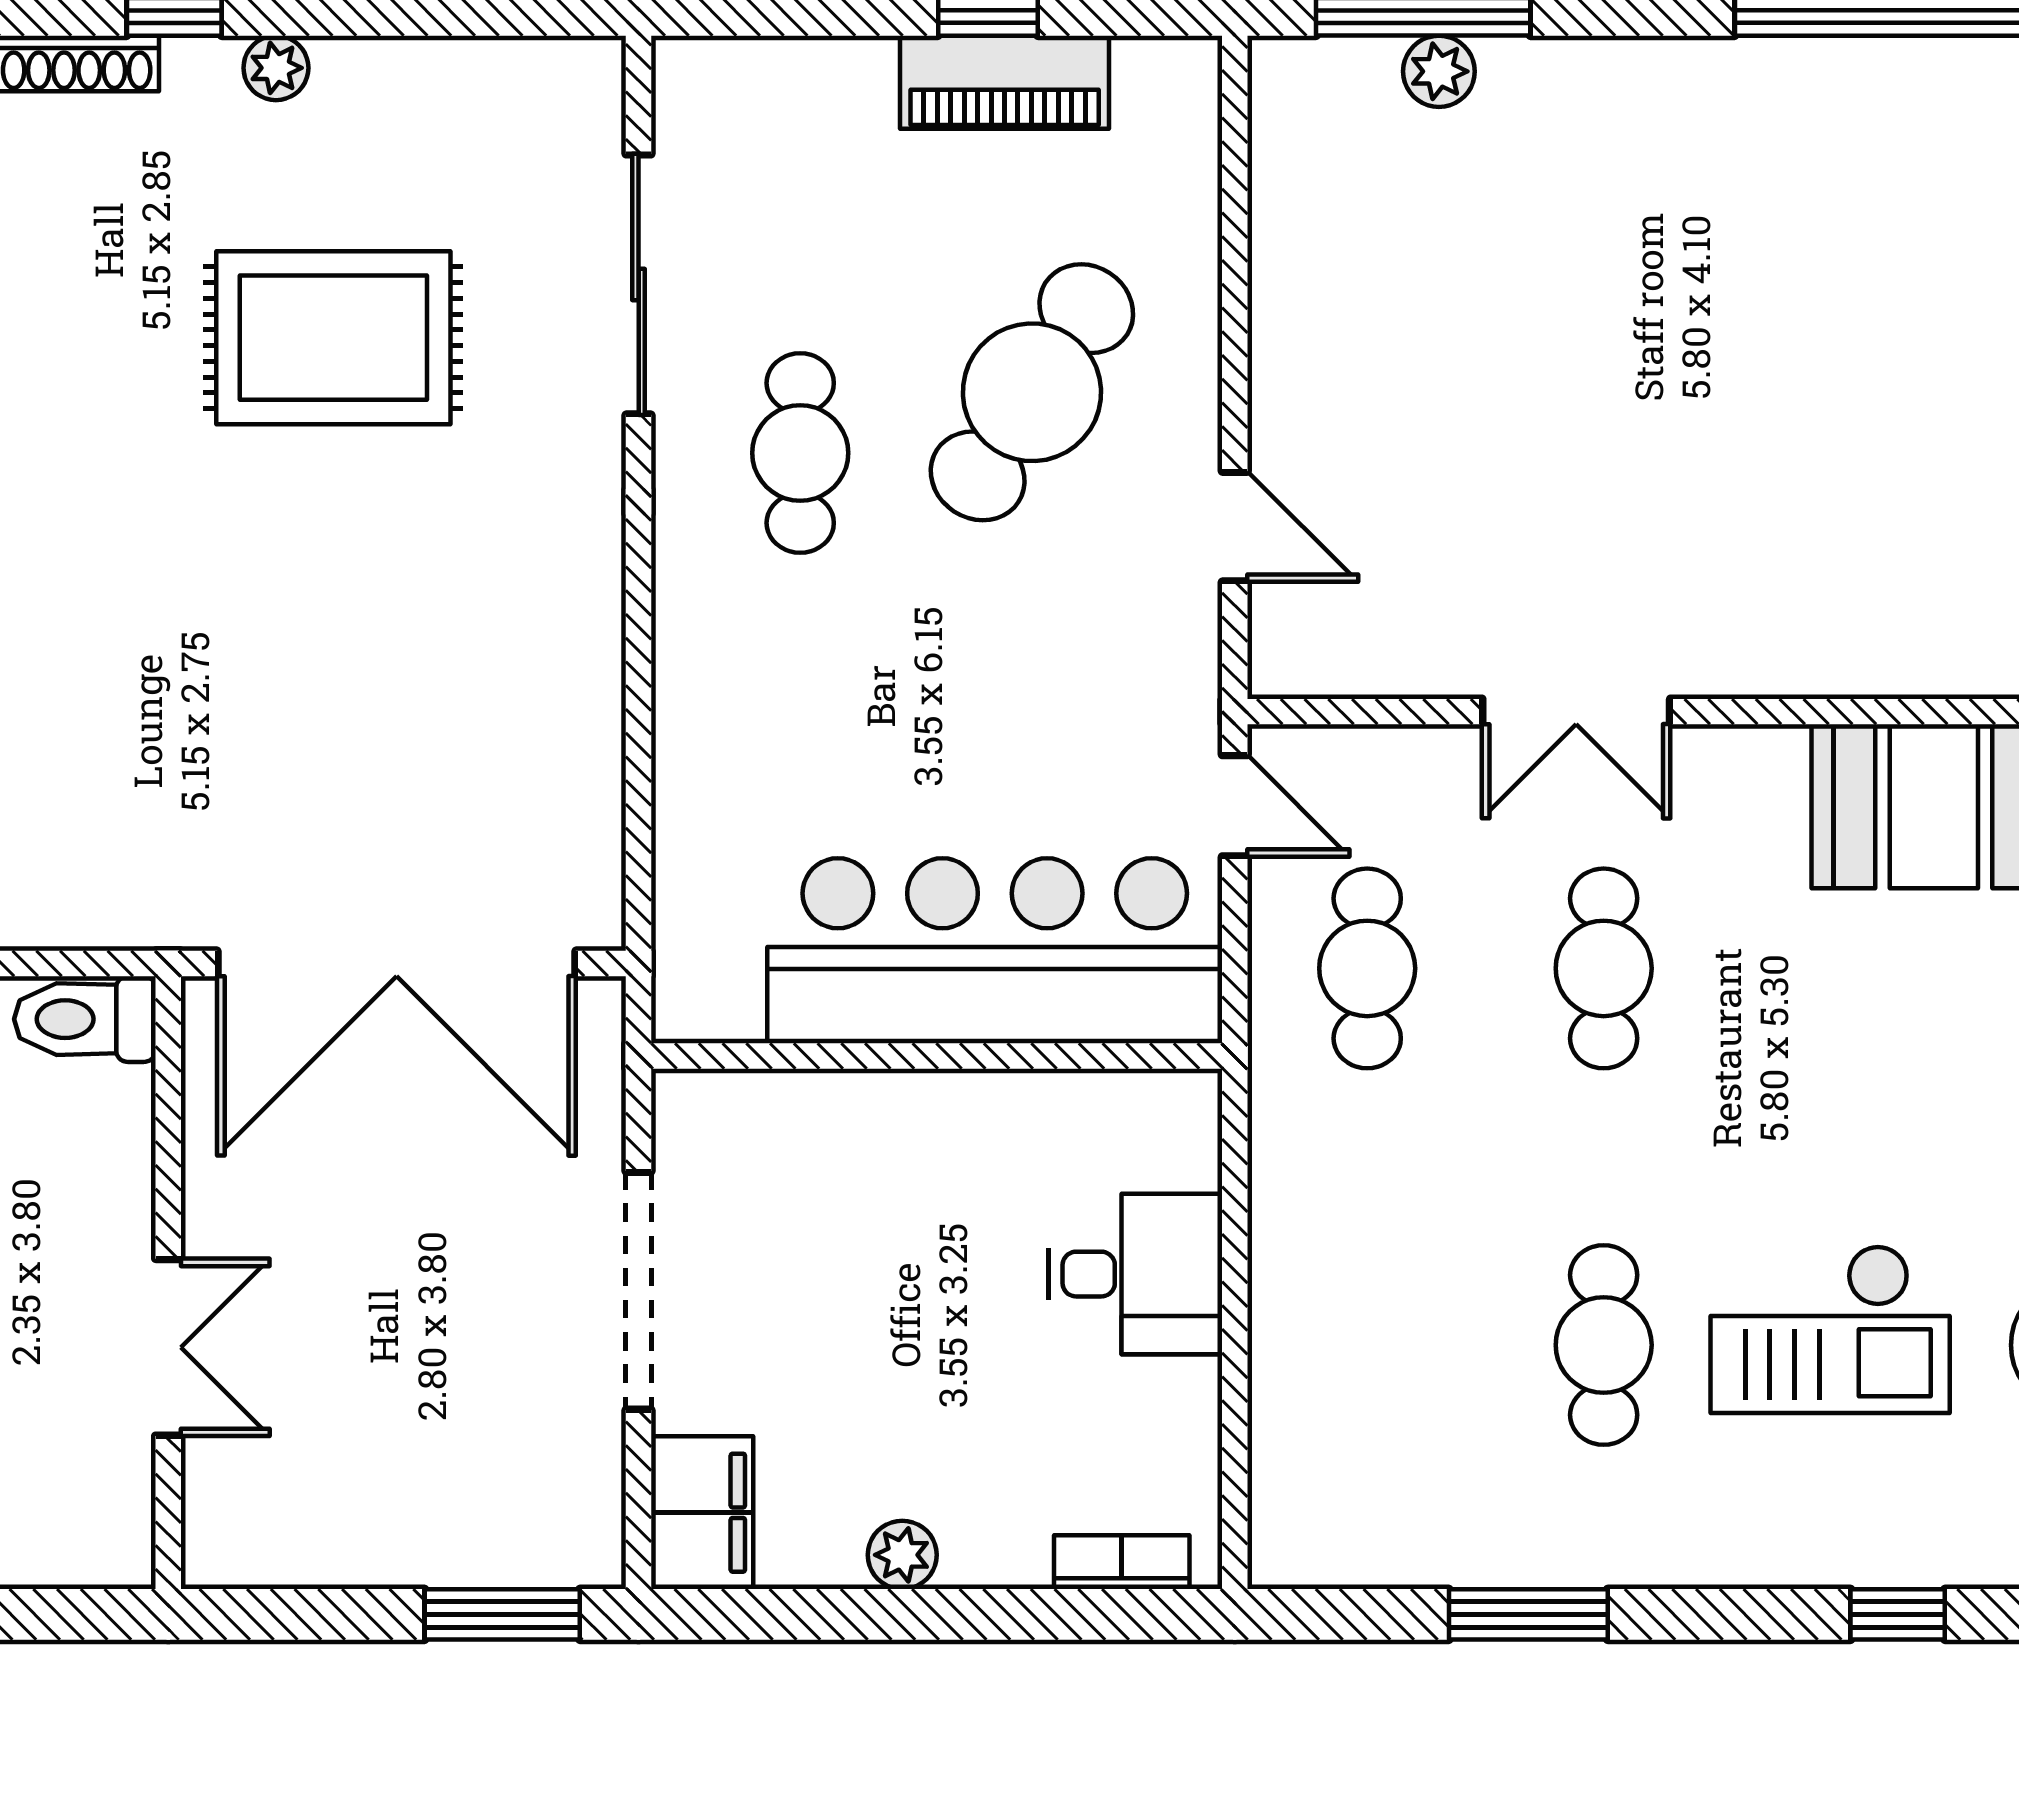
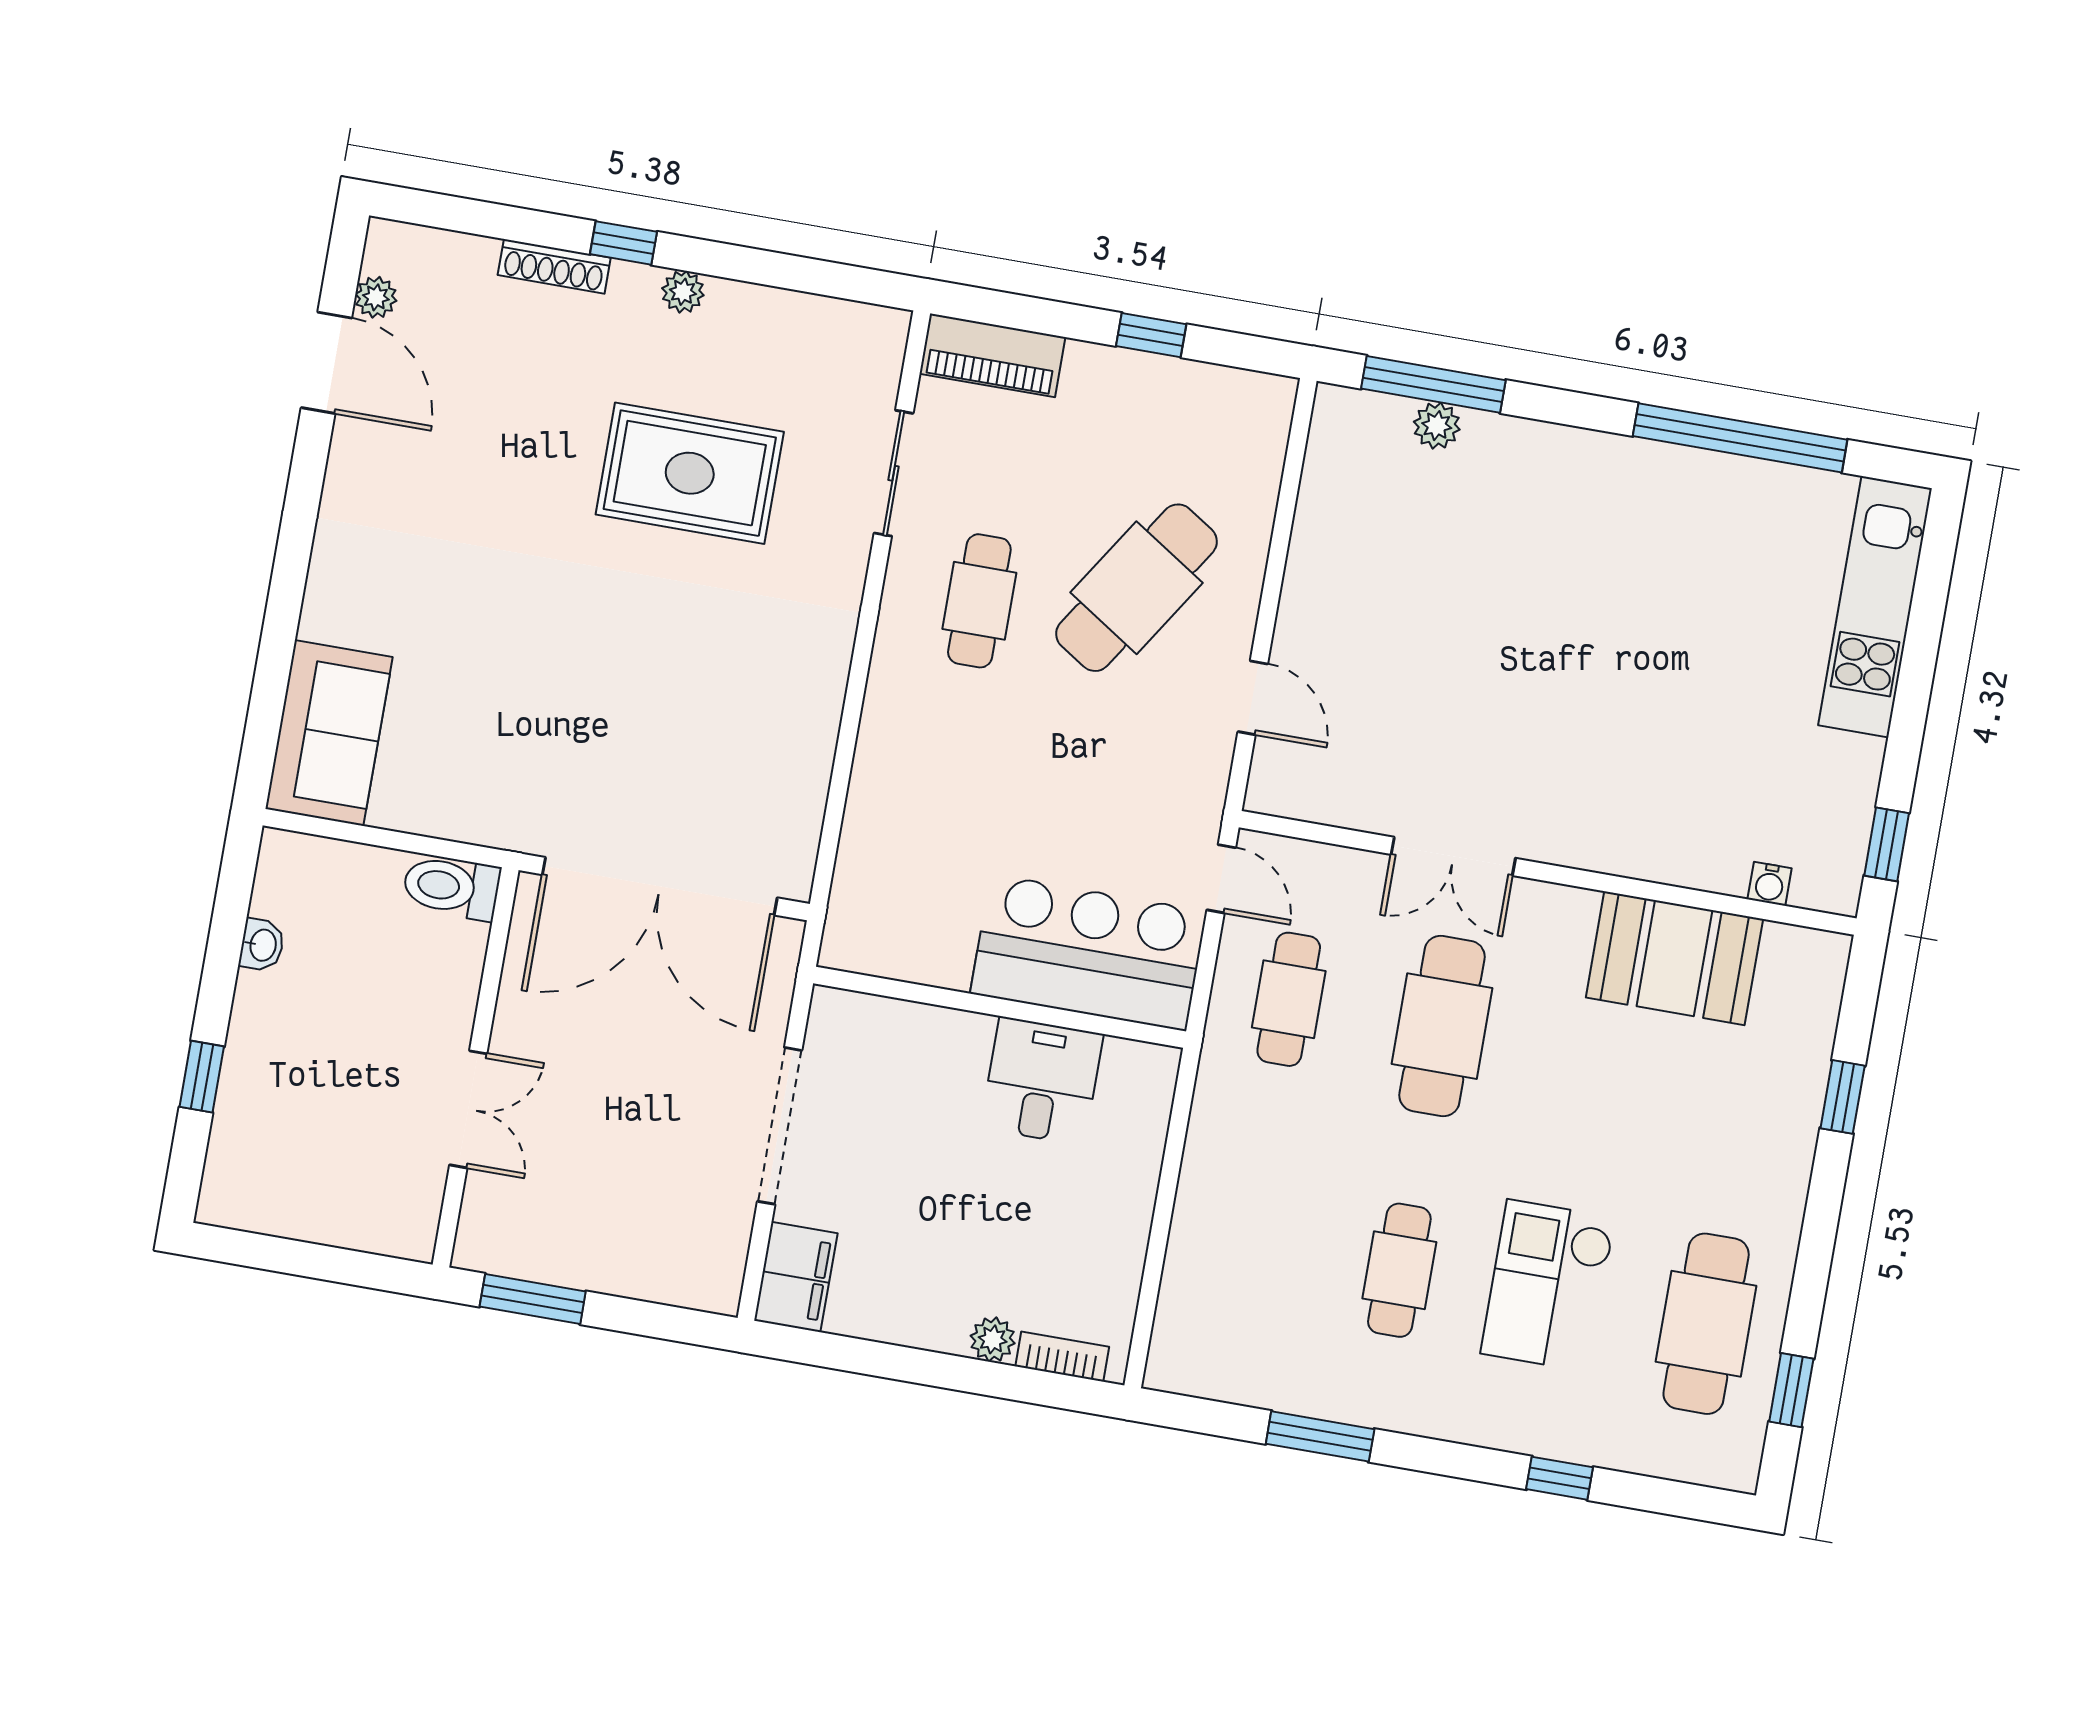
piano: (1005, 82) -> (992, 355), moved
sliding door: (639, 284) -> (894, 473), width x0.73
bar counter: (995, 951) -> (1089, 952), width x0.73
cafe table: (1604, 968) -> (1442, 1026), width x1.37, depth x1.35
desk: (1135, 1274) -> (1042, 1081), moved, turned -90
checkout: (1830, 1329) -> (1548, 1286), turned 90
plant: (902, 1555) -> (993, 1339), moved
window: (502, 1614) -> (533, 1299), moved

